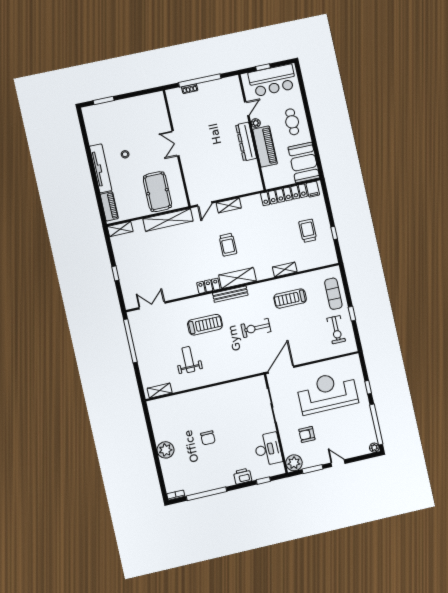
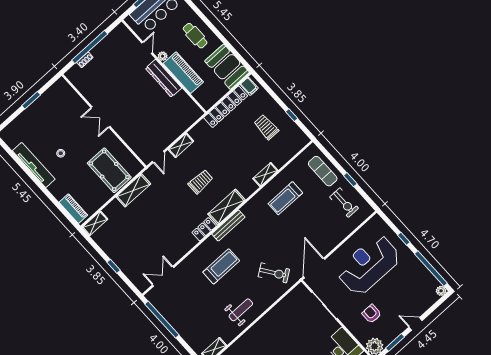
window: (104, 101) -> (31, 100), moved
tv unit: (101, 168) -> (34, 165), moved
shelving: (168, 220) -> (133, 190), width x0.68
trolley: (228, 245) -> (200, 182), turned -90
exercise bike: (256, 328) -> (274, 273), moved, turned -125
weight bench: (188, 360) -> (241, 310), moved, turned 90
armchair: (307, 434) -> (372, 314), turned 90

